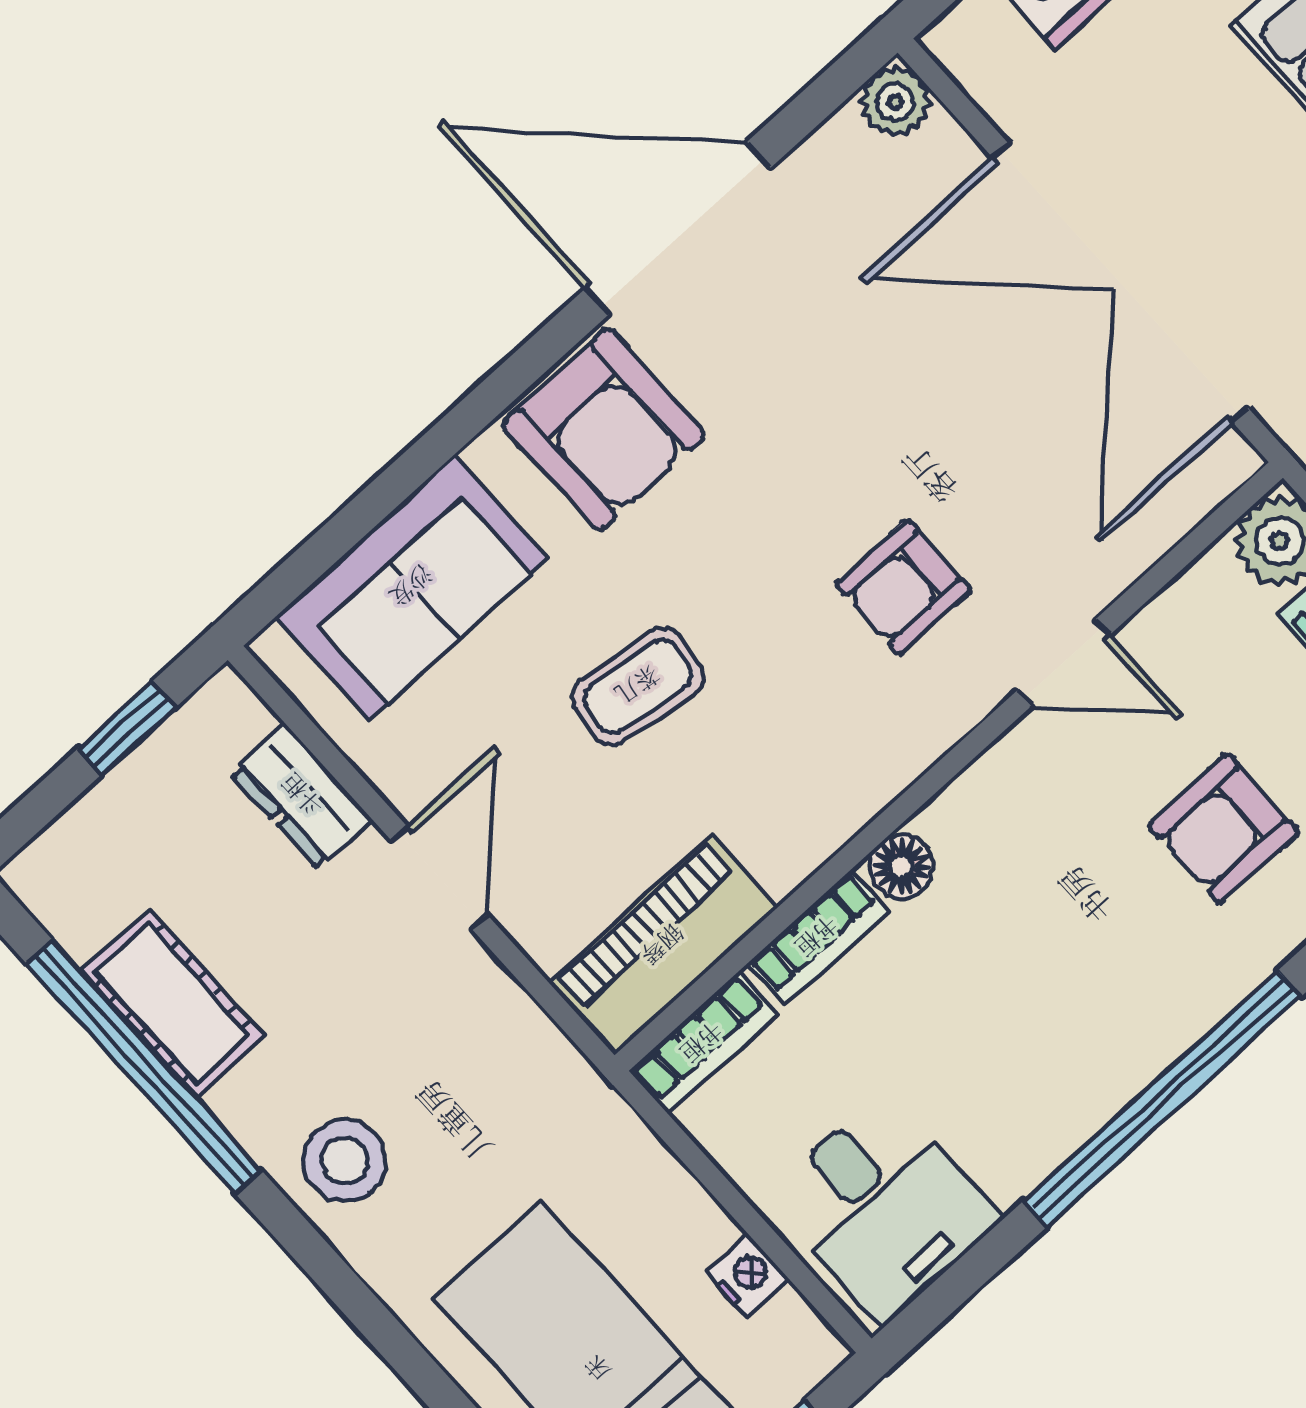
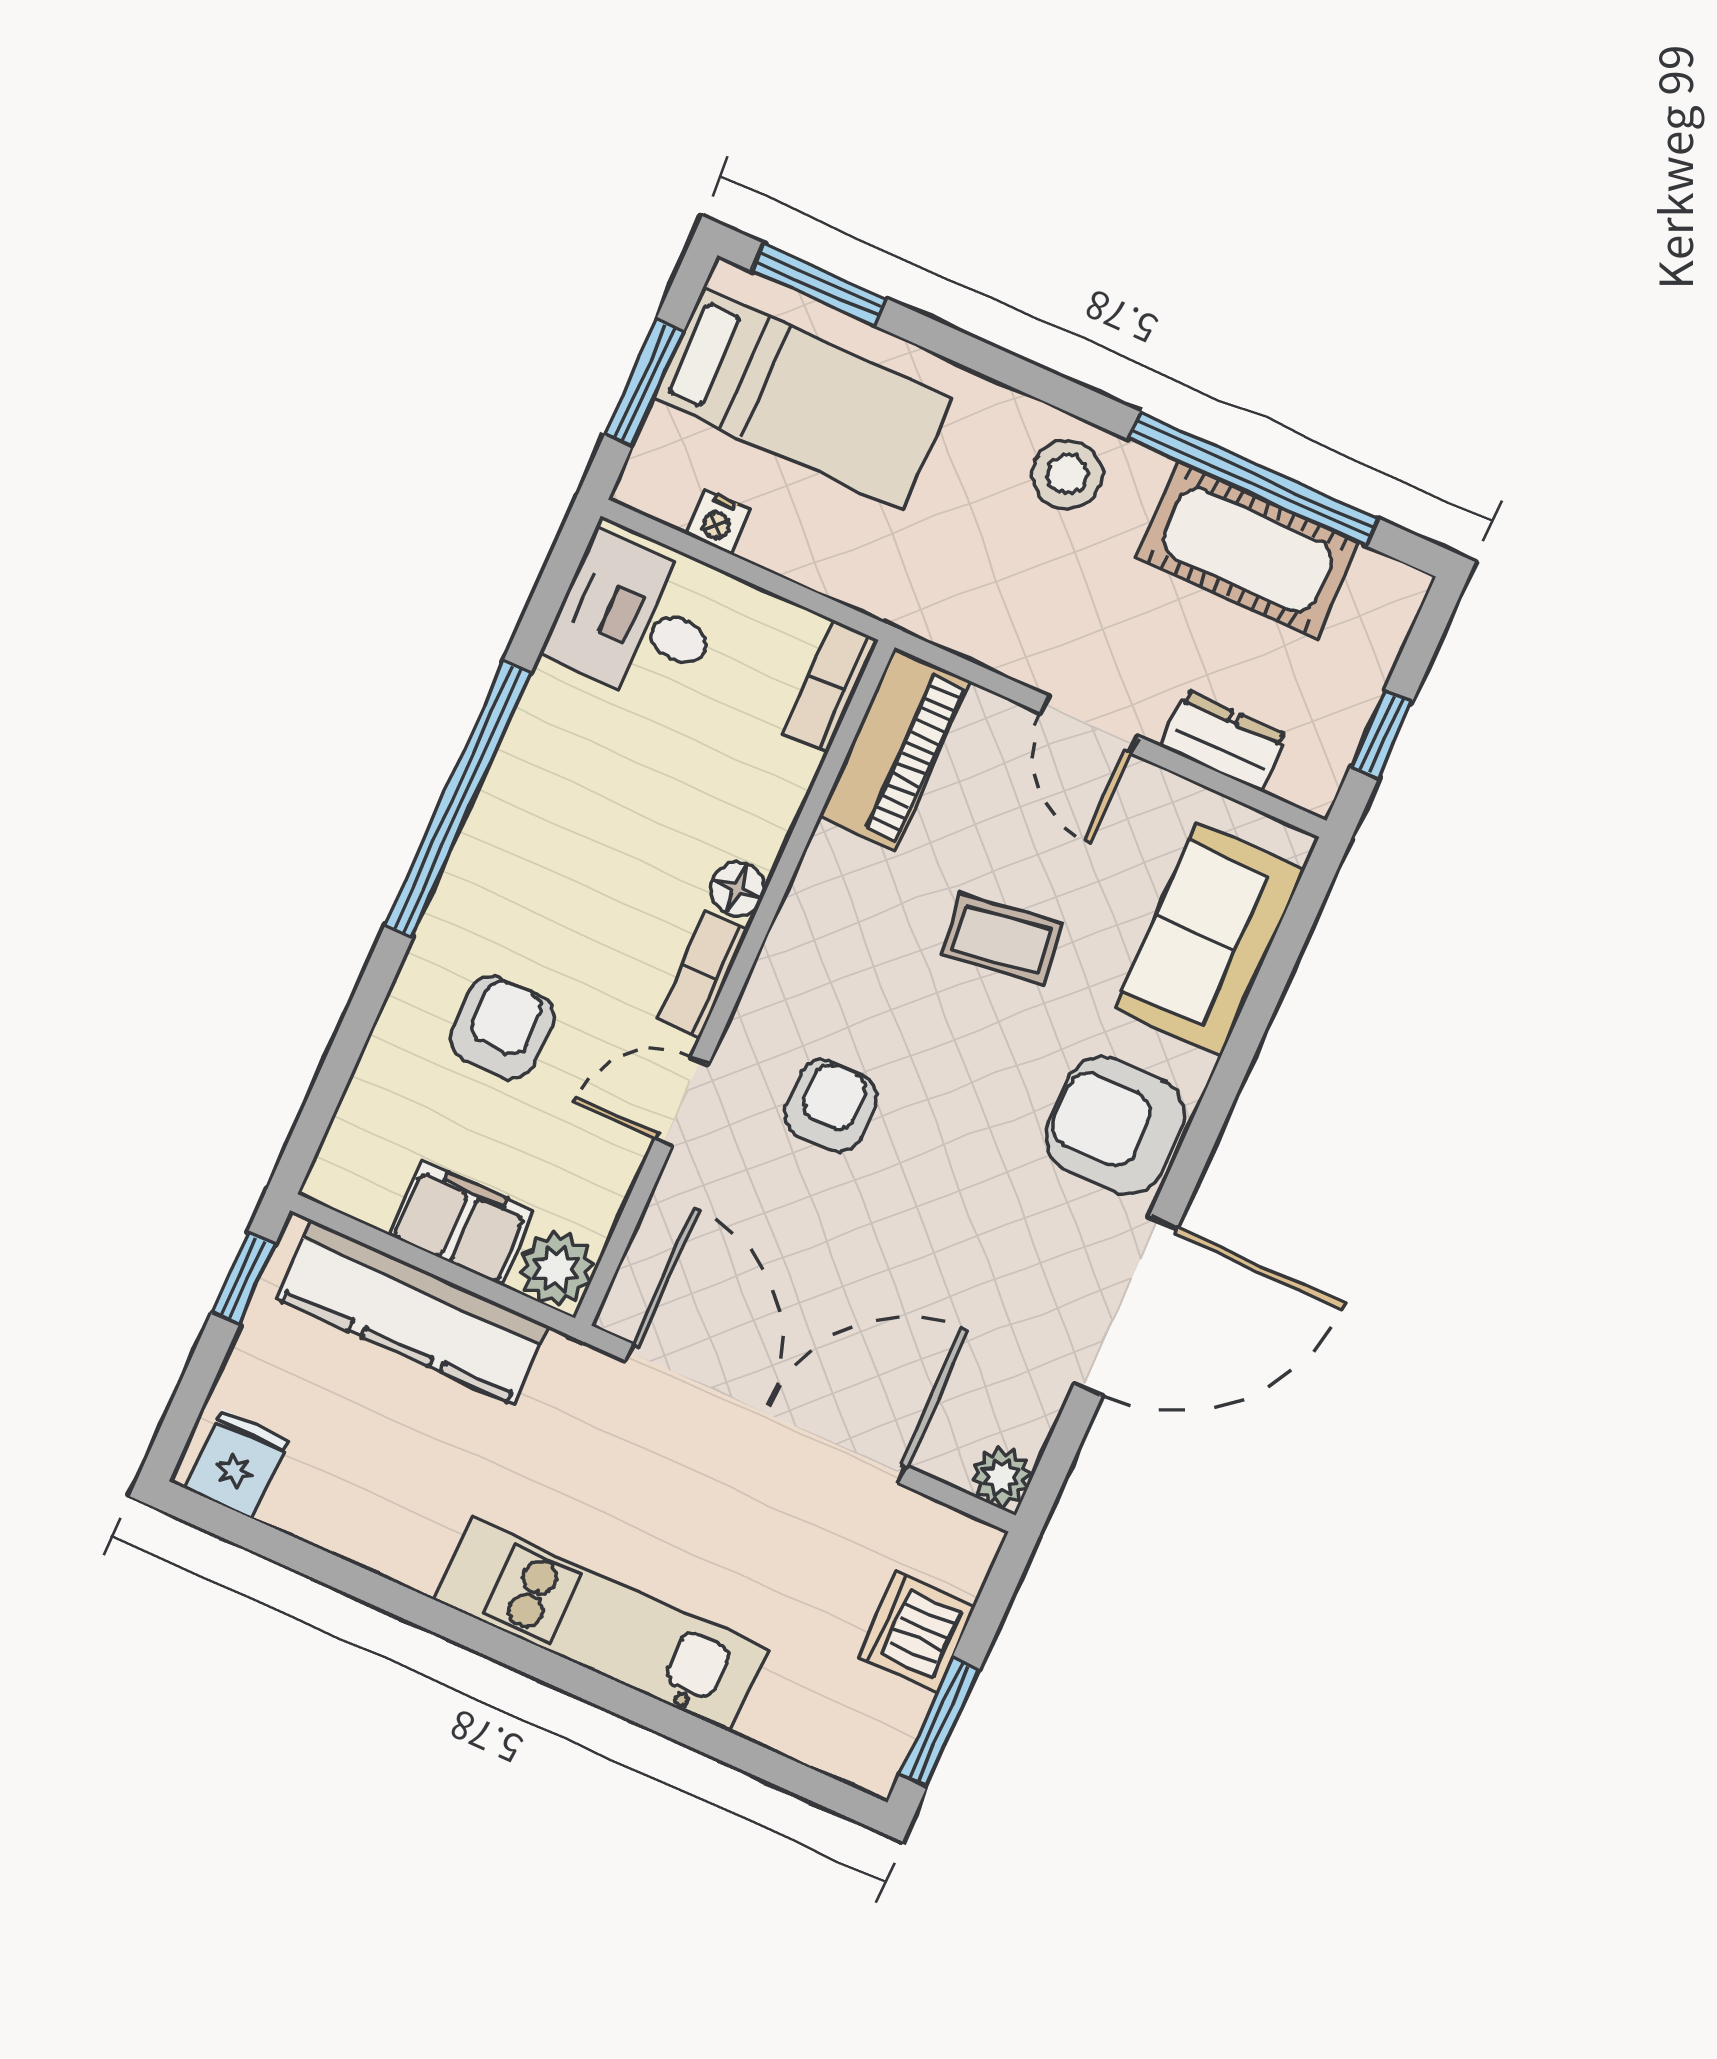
coffee table: (638, 686) -> (1002, 939), turned 74
bookcase: (818, 937) -> (703, 974), moved
cot: (173, 1004) -> (1247, 550), width x1.37, depth x1.34

